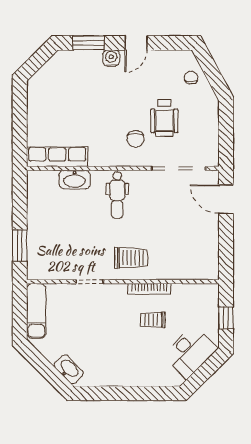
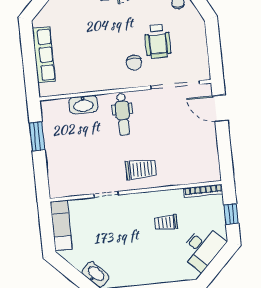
row of seats: (57, 157) -> (44, 55), moved, turned 90
window: (20, 246) -> (37, 136), moved
bookcase: (149, 289) -> (203, 191), moved

